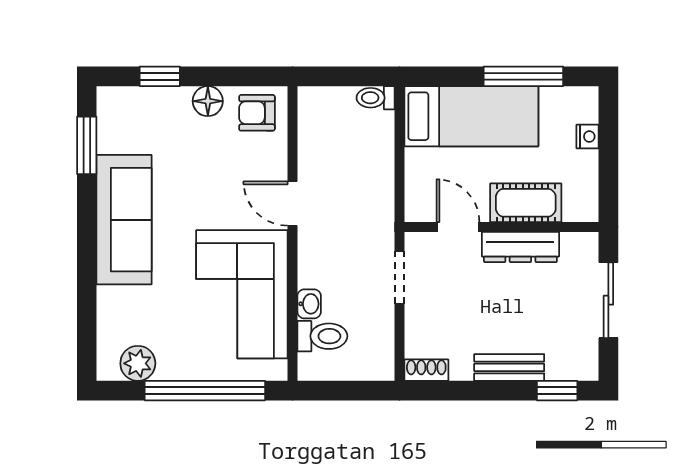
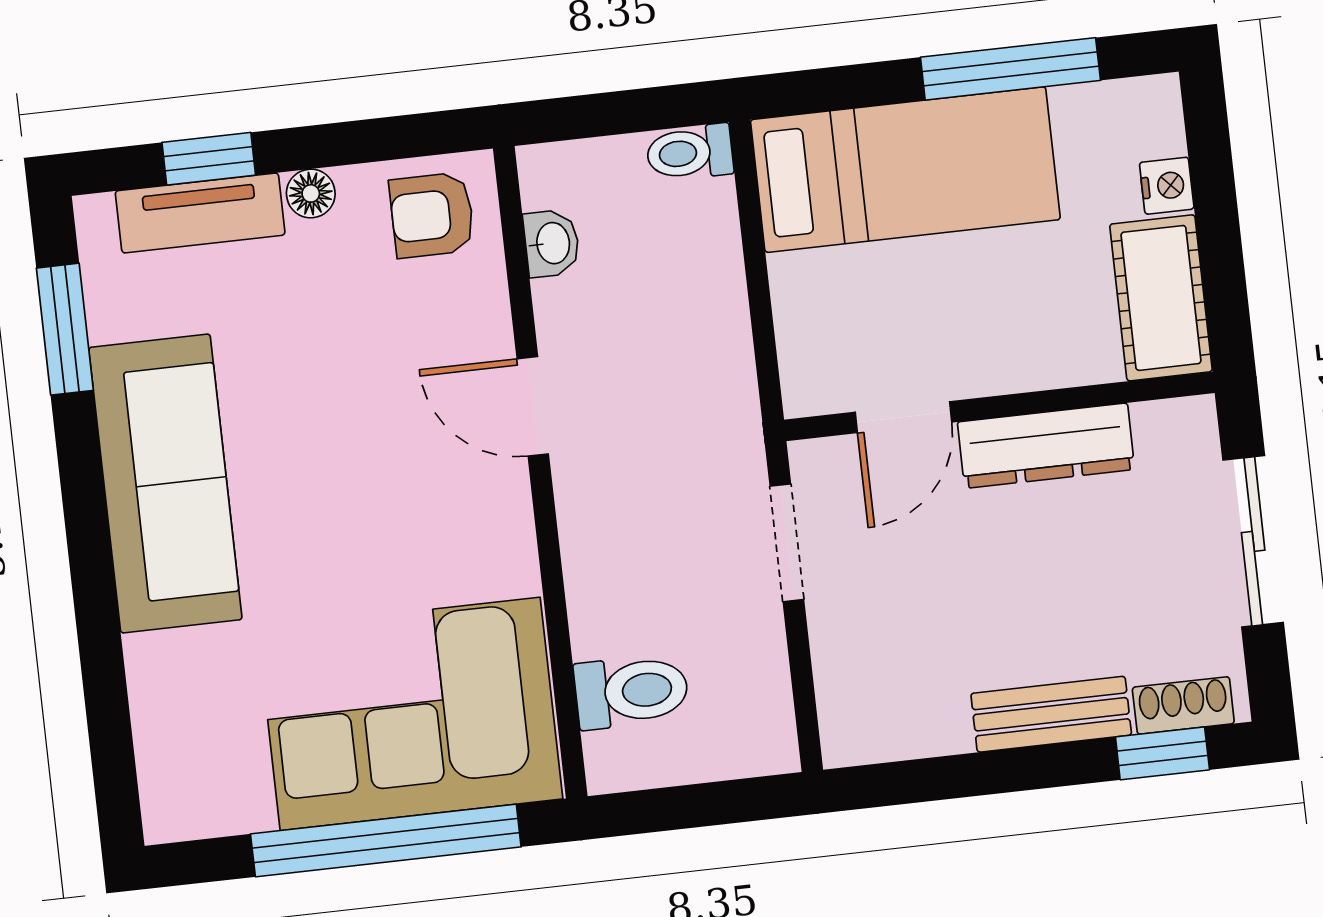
tv unit: (153, 100) -> (200, 213), added
floor lamp: (208, 101) -> (311, 193), width x0.73, depth x0.73
cot: (526, 203) -> (1161, 298), moved, turned 90
door: (458, 227) -> (904, 417), swing flipped
corner sofa: (242, 294) -> (410, 714), moved, turned 90
washbasin: (309, 304) -> (552, 243), moved
plant: (138, 363) -> (231, 797), removed
shoe rack: (426, 370) -> (1183, 705), moved

